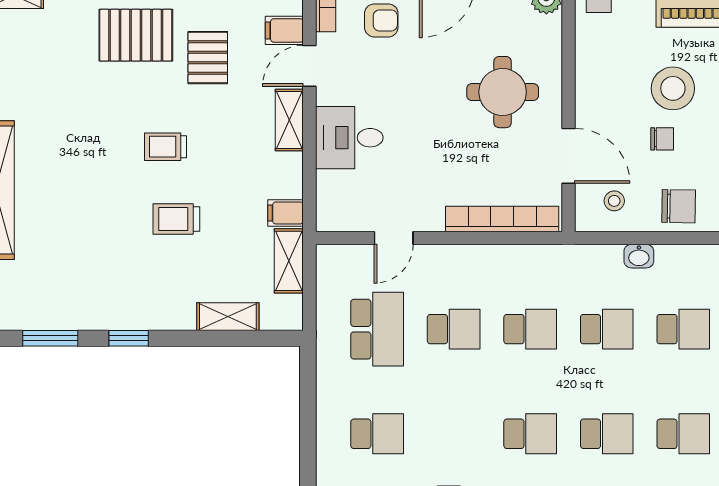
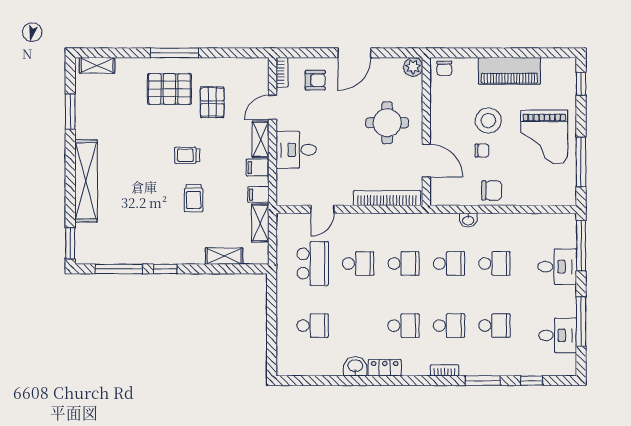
filing cabinet: (284, 30) -> (258, 168), moved
stool: (614, 201) -> (453, 187), removed
trolley: (176, 219) -> (194, 198), turned -90
window: (50, 338) -> (119, 269), width x1.44

